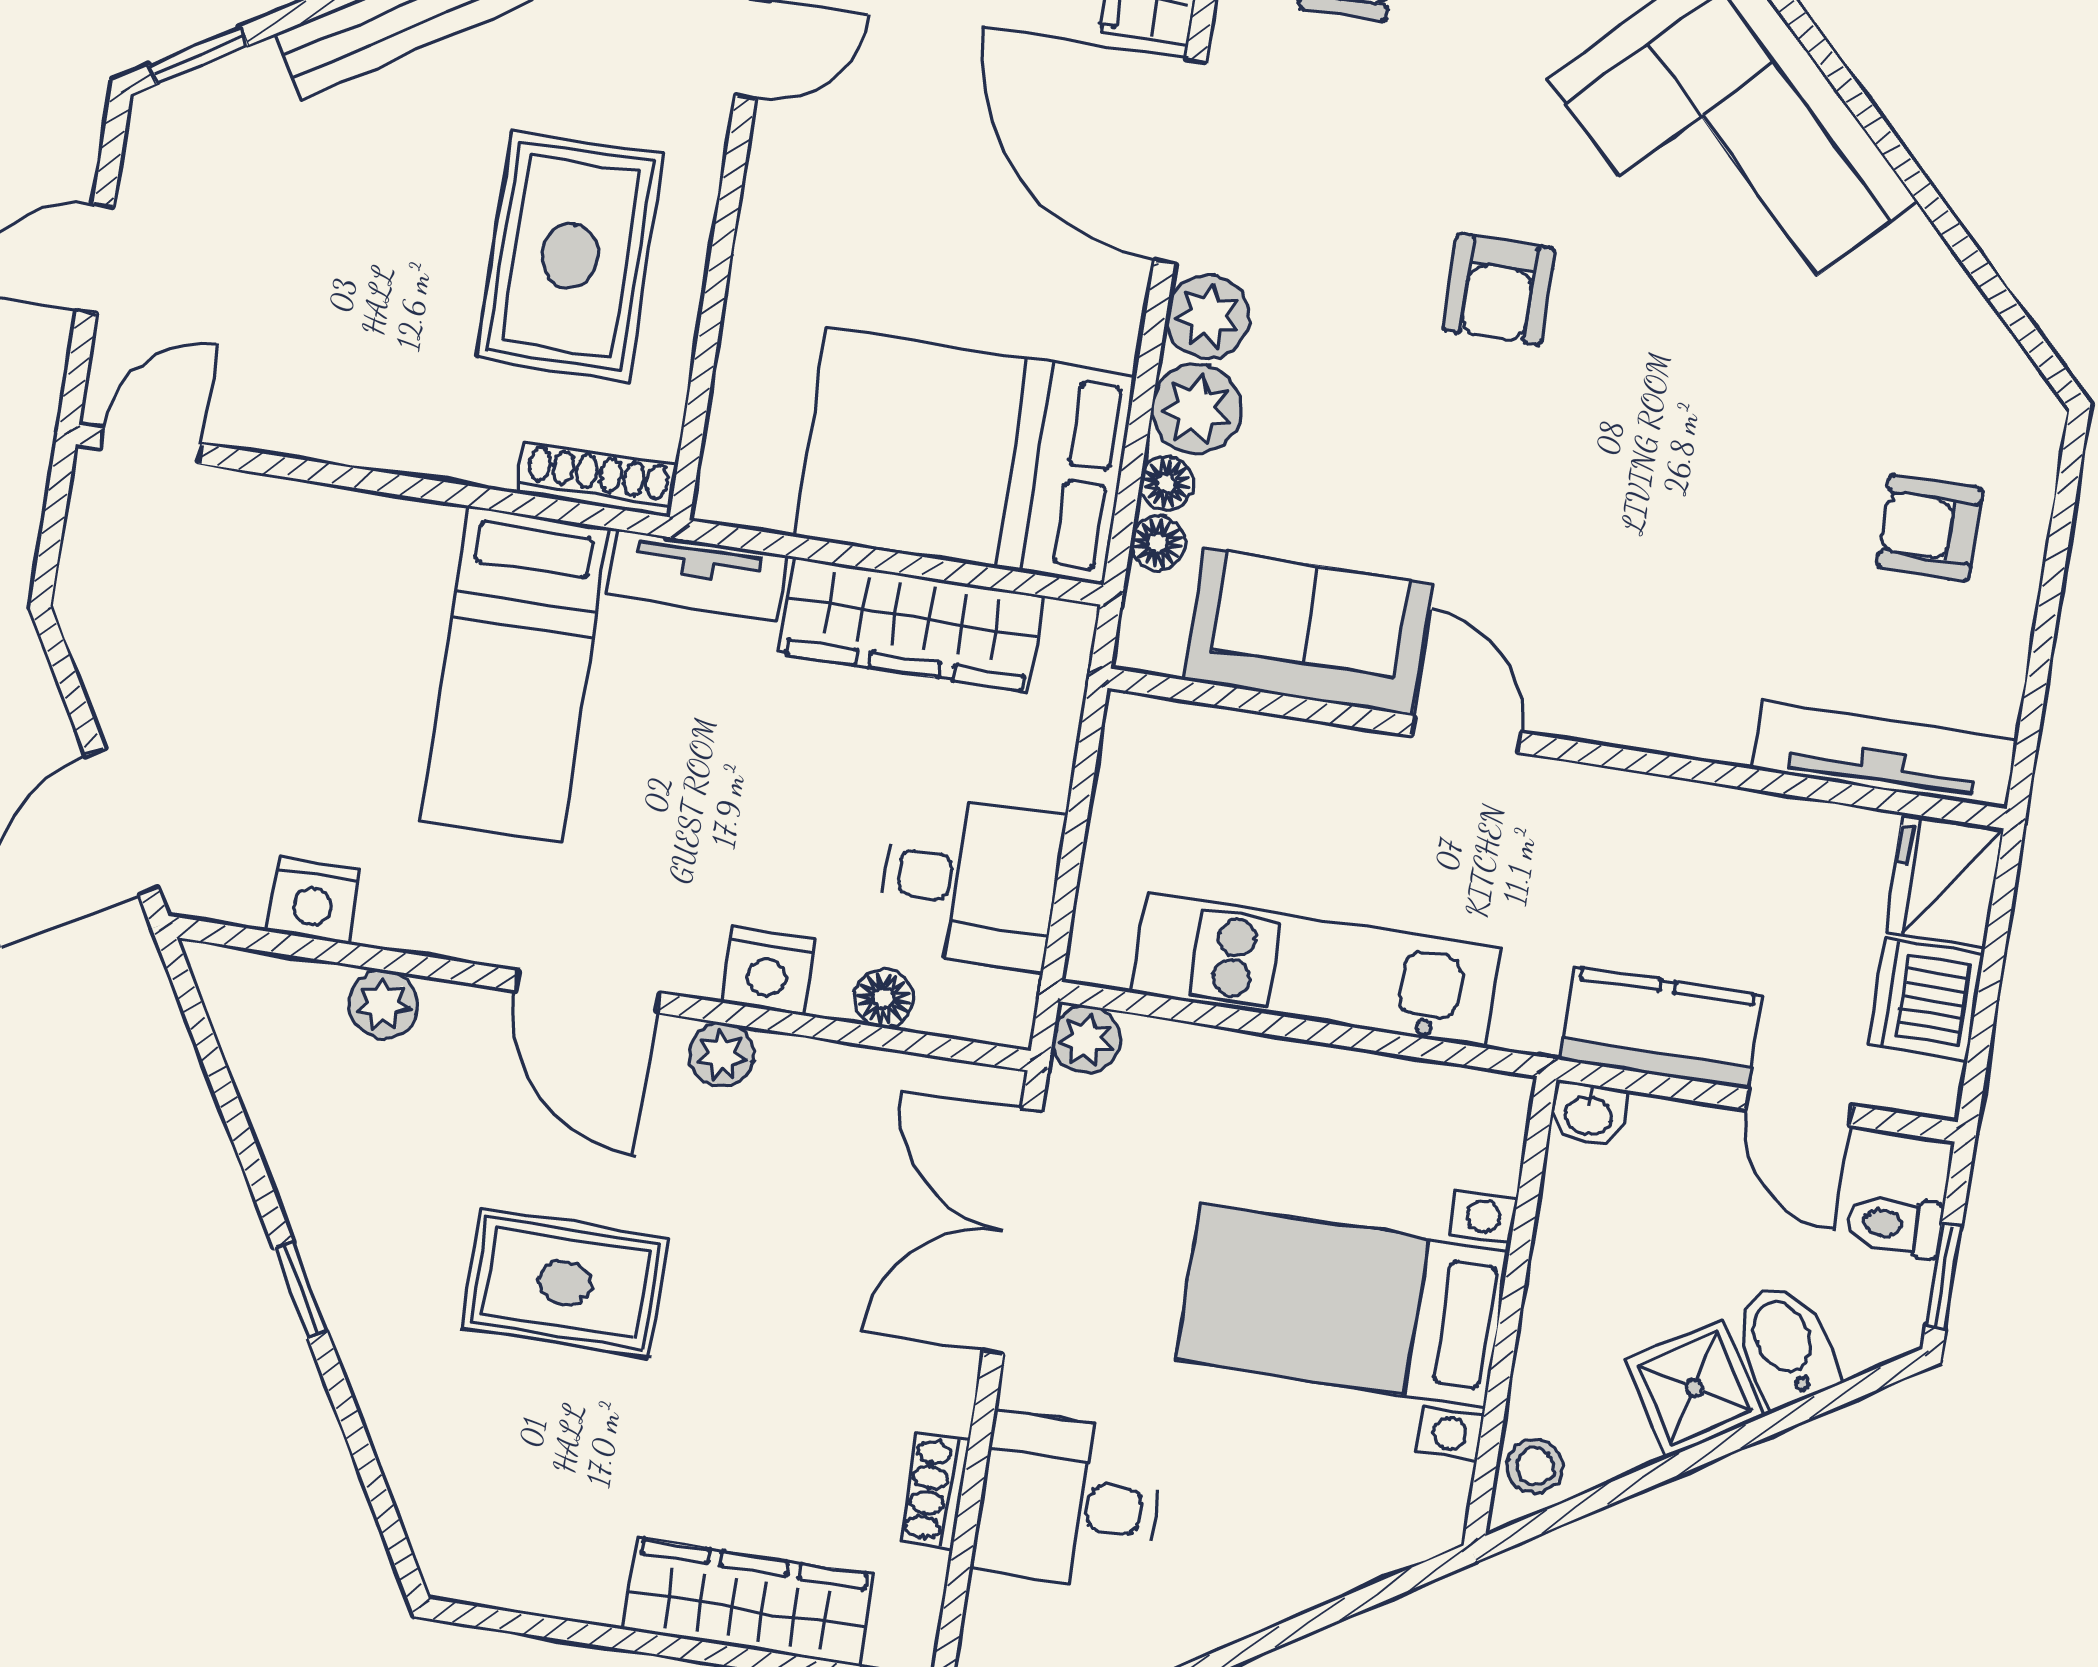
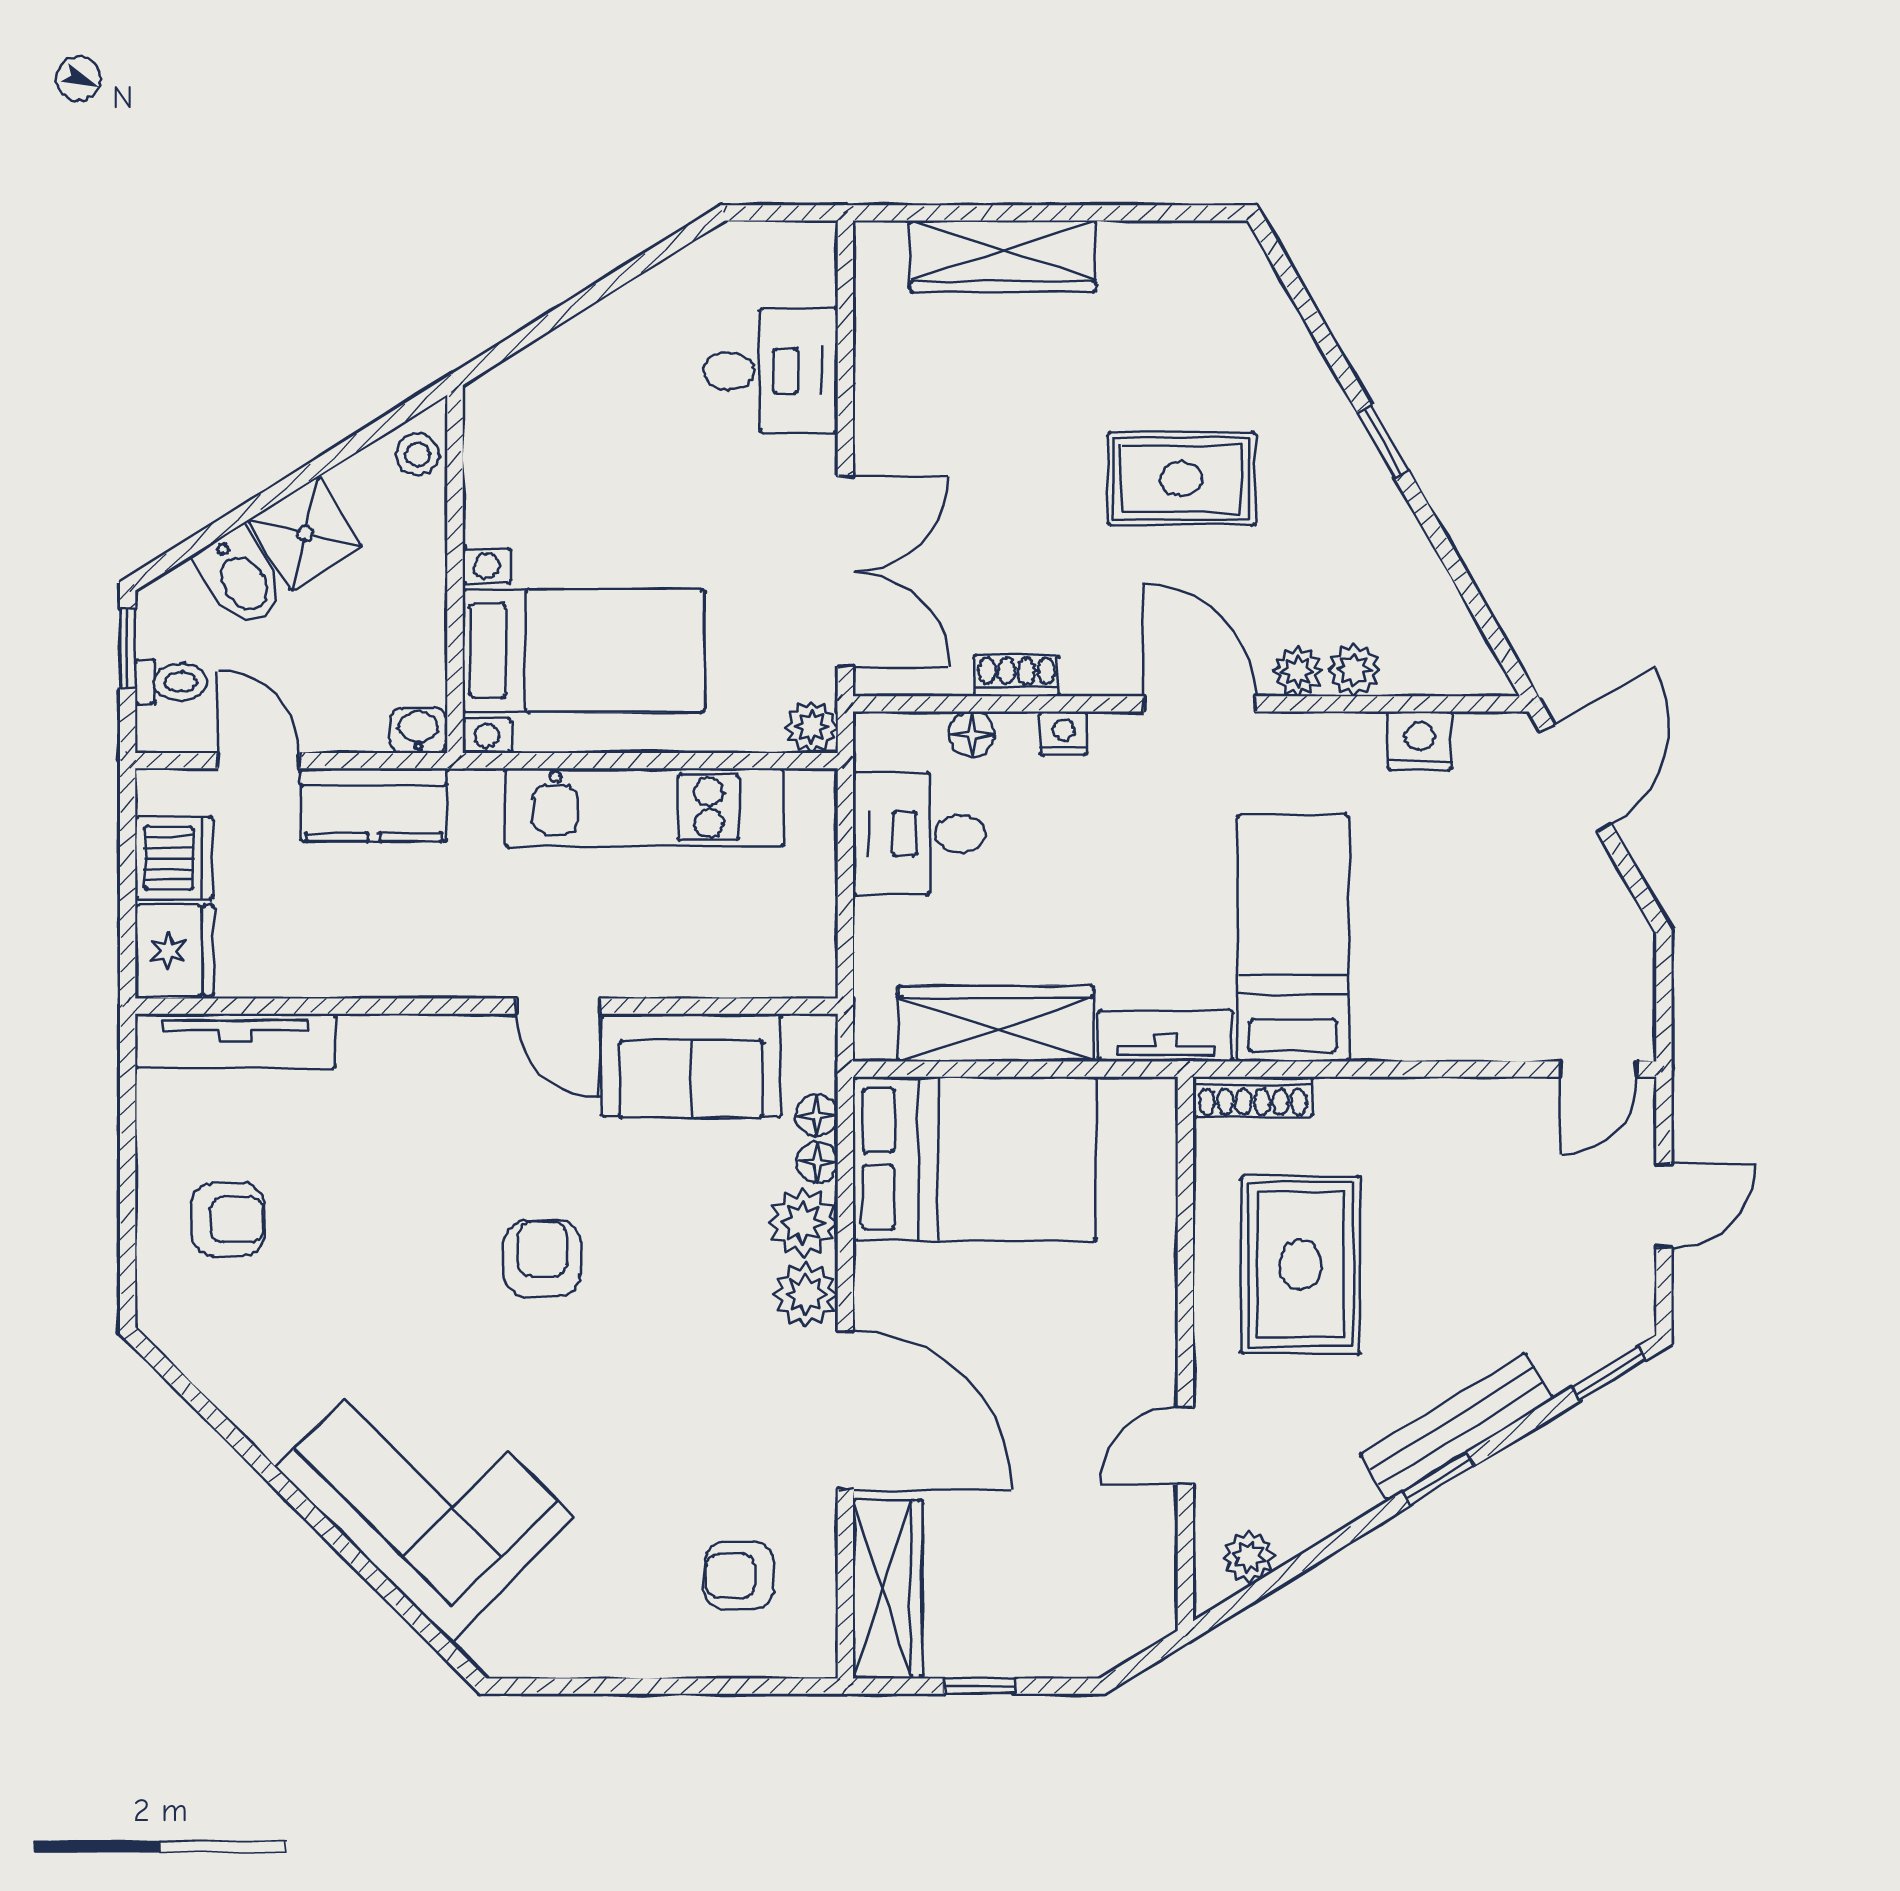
armchair: (1499, 289) -> (543, 1258), moved
nightstand: (768, 971) -> (1064, 733), width x0.72, depth x0.74
plant: (722, 1055) -> (1298, 672), moved
bed with nightstands: (1343, 1305) -> (584, 651), moved
shoe rack: (935, 1491) -> (1016, 676), moved, turned -90

